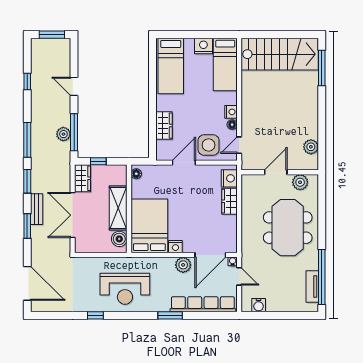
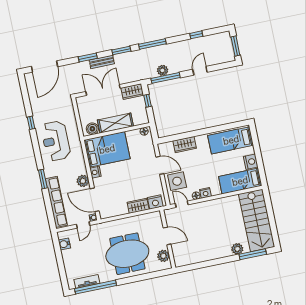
plant: (311, 147) -> (237, 249), moved

